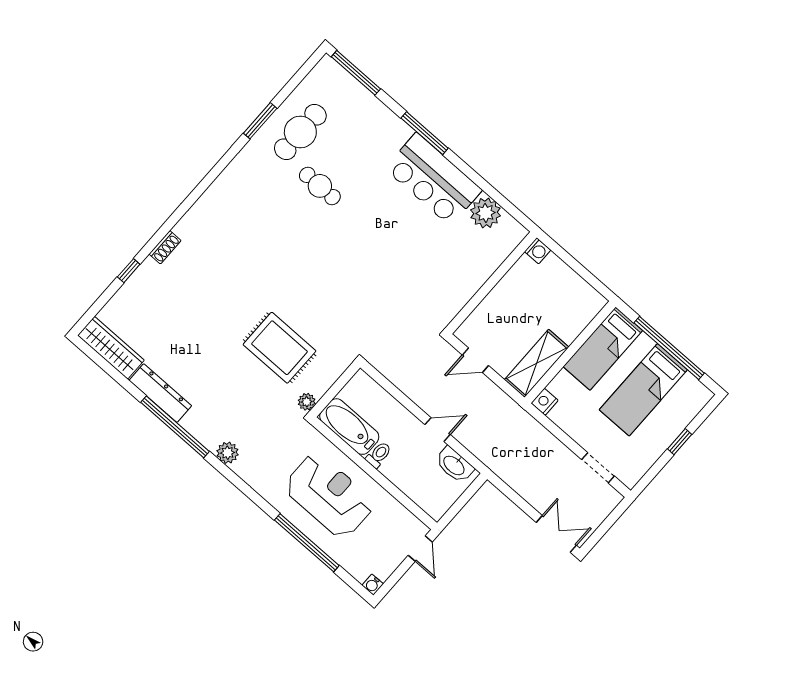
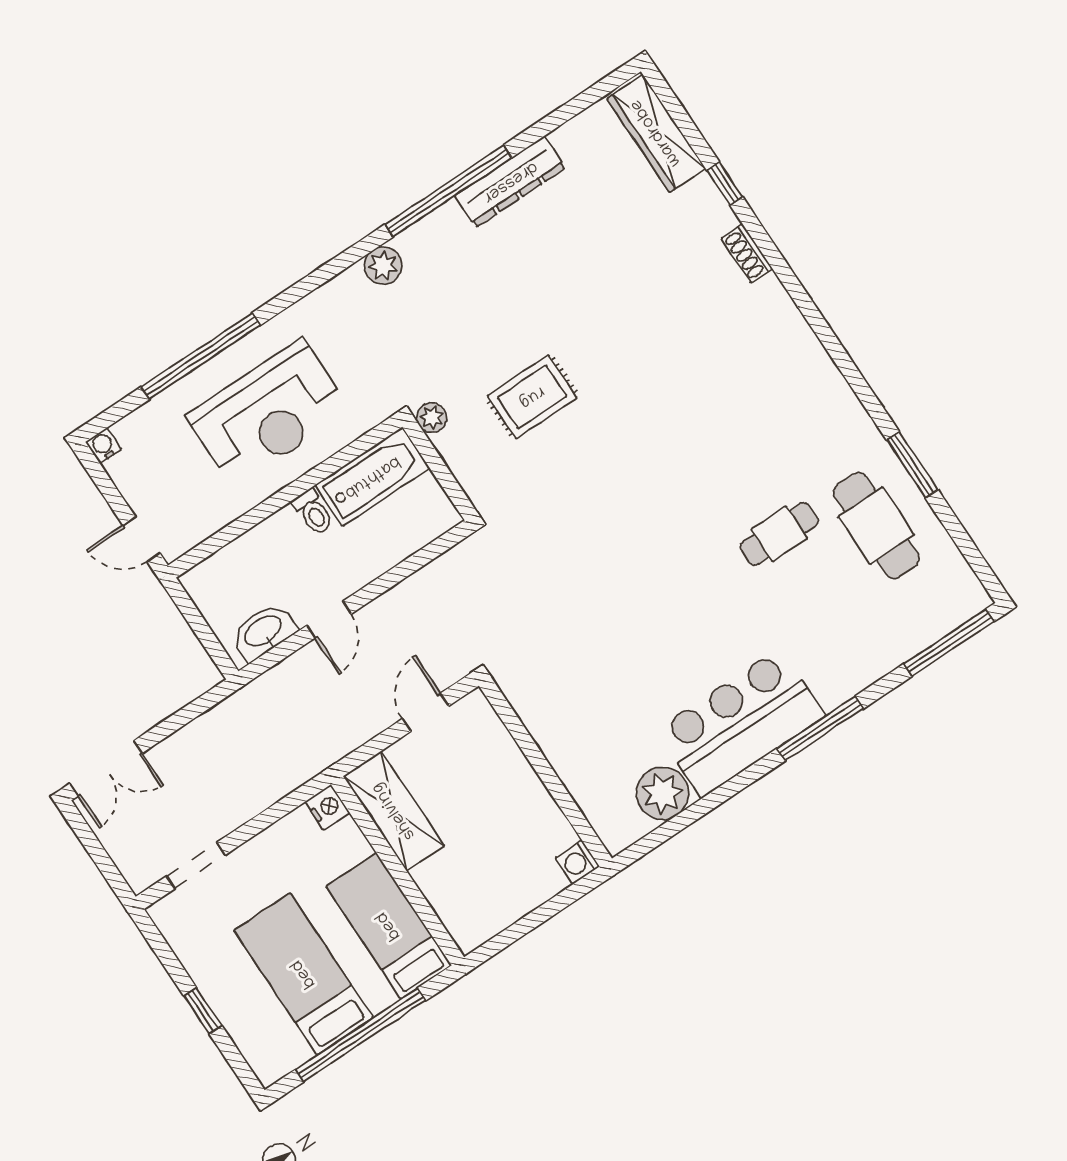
wardrobe: (111, 348) -> (656, 133), moved, turned 90
rug: (280, 348) -> (532, 397), width x0.73, depth x0.70

